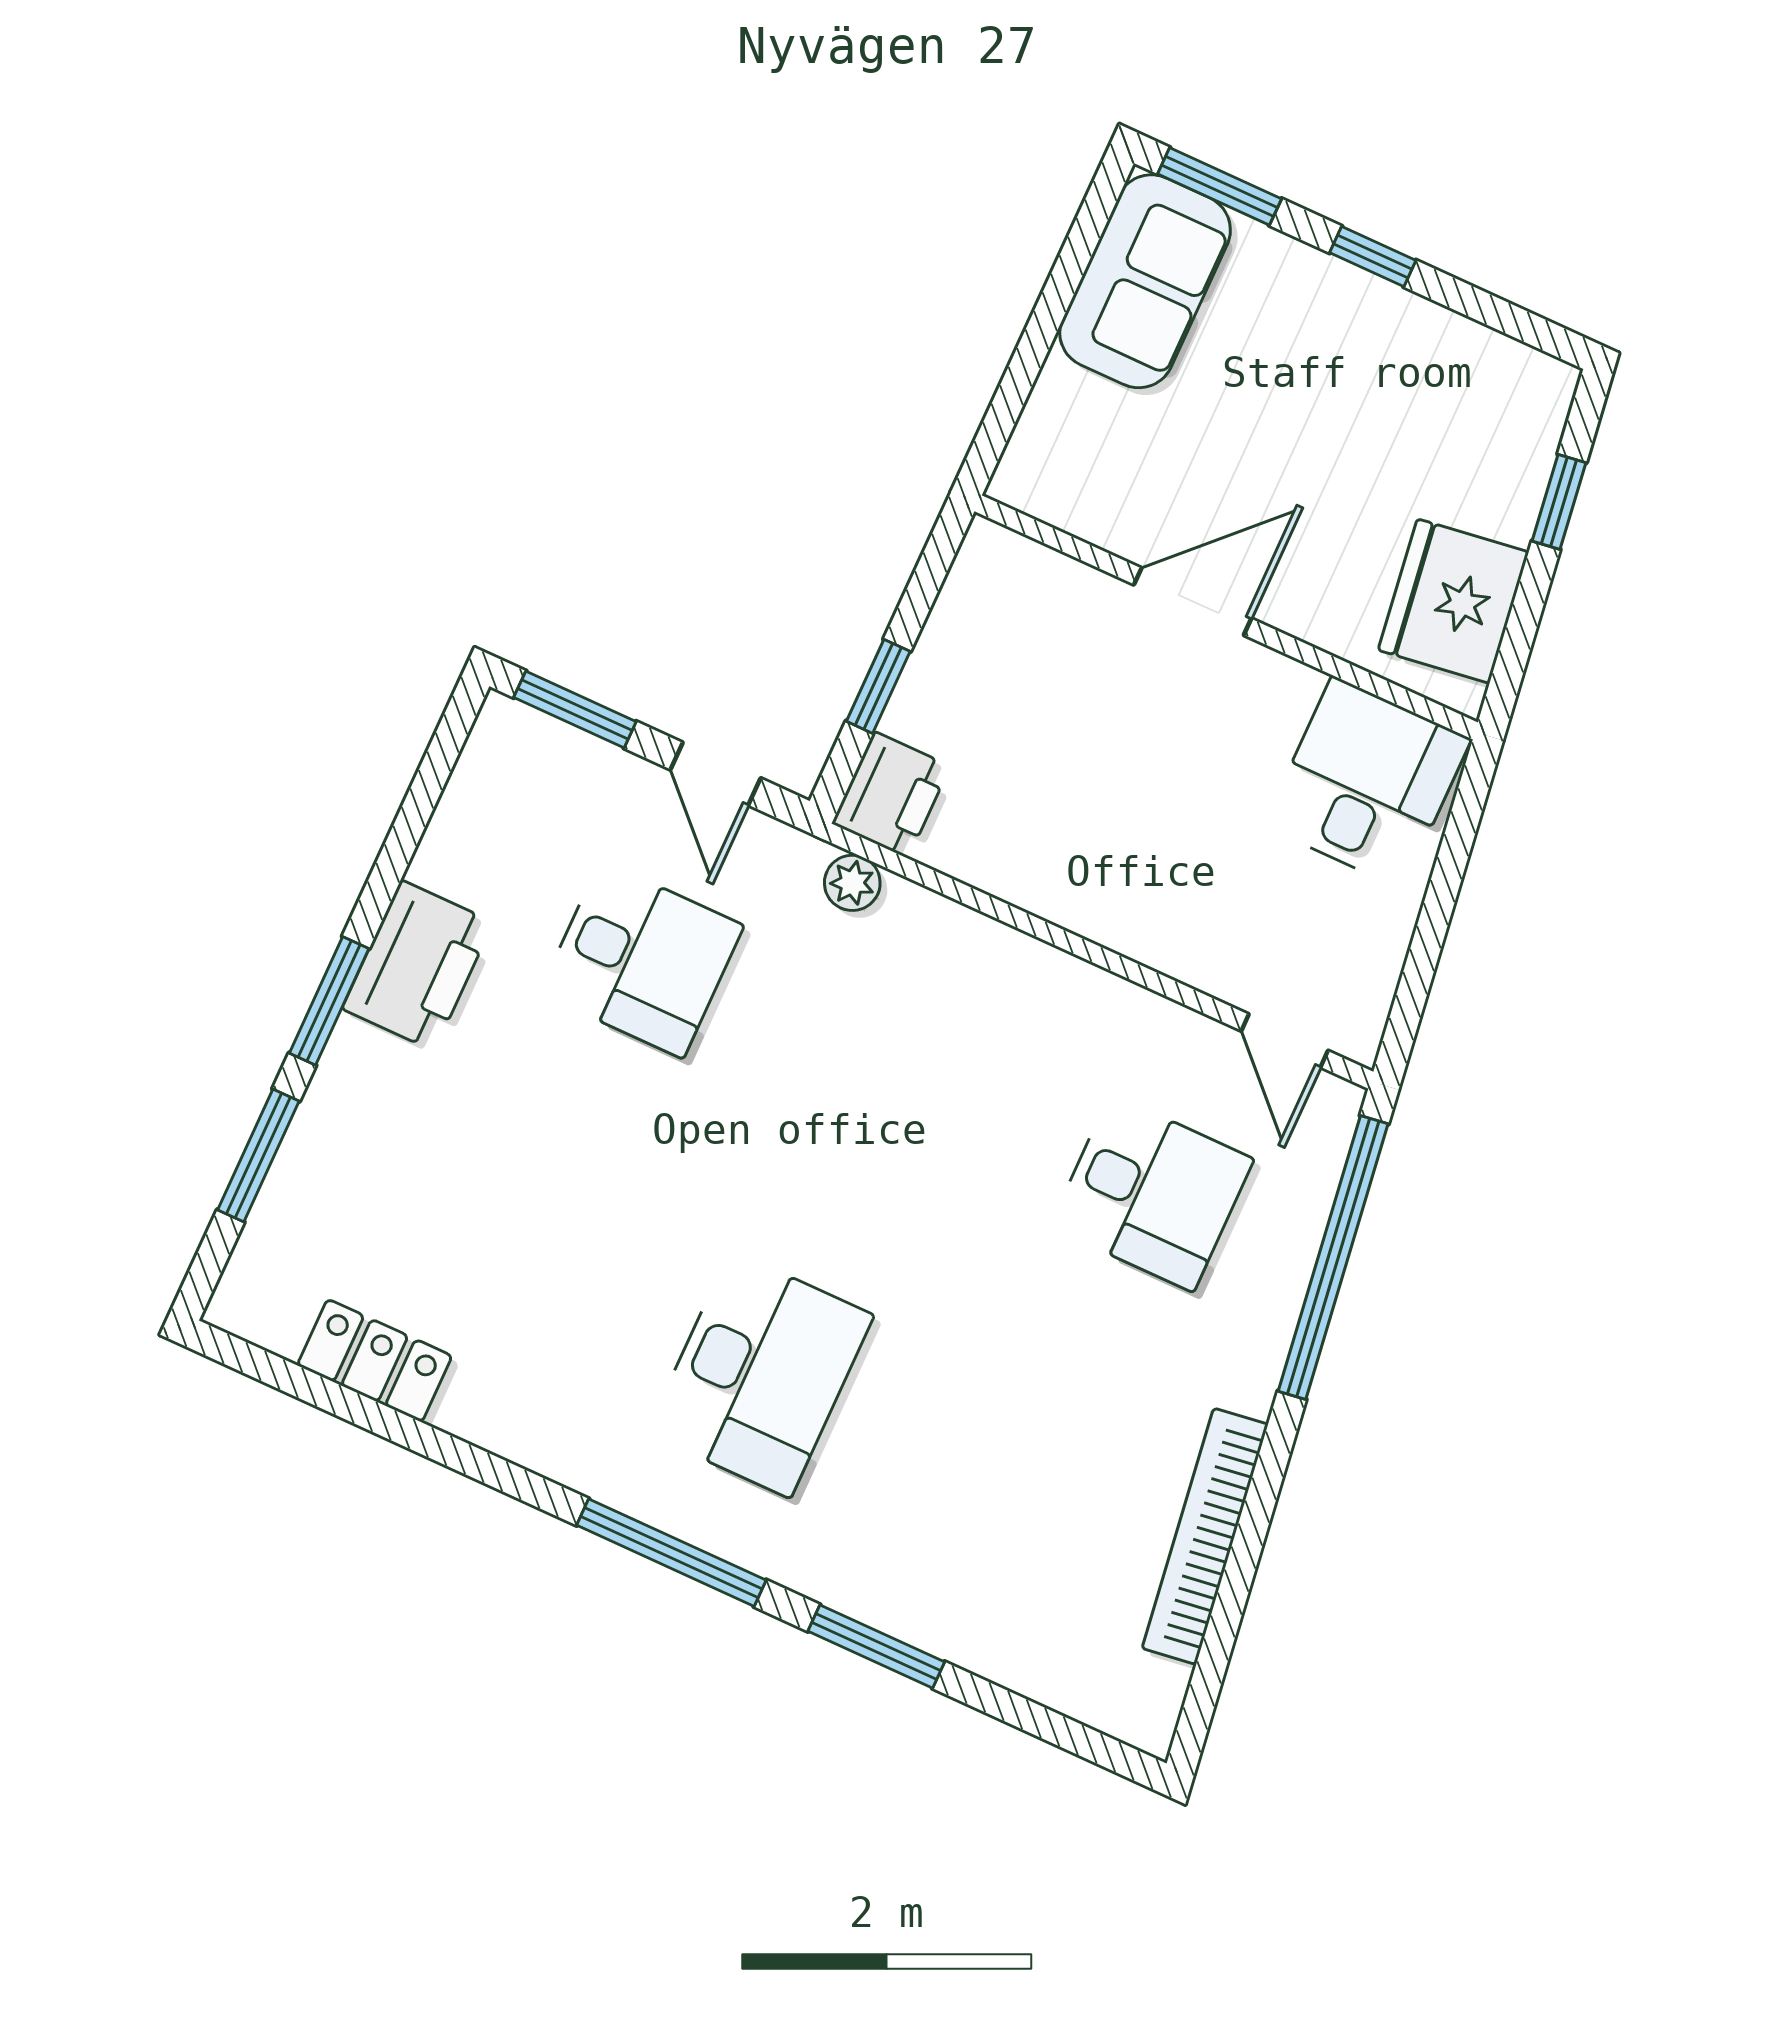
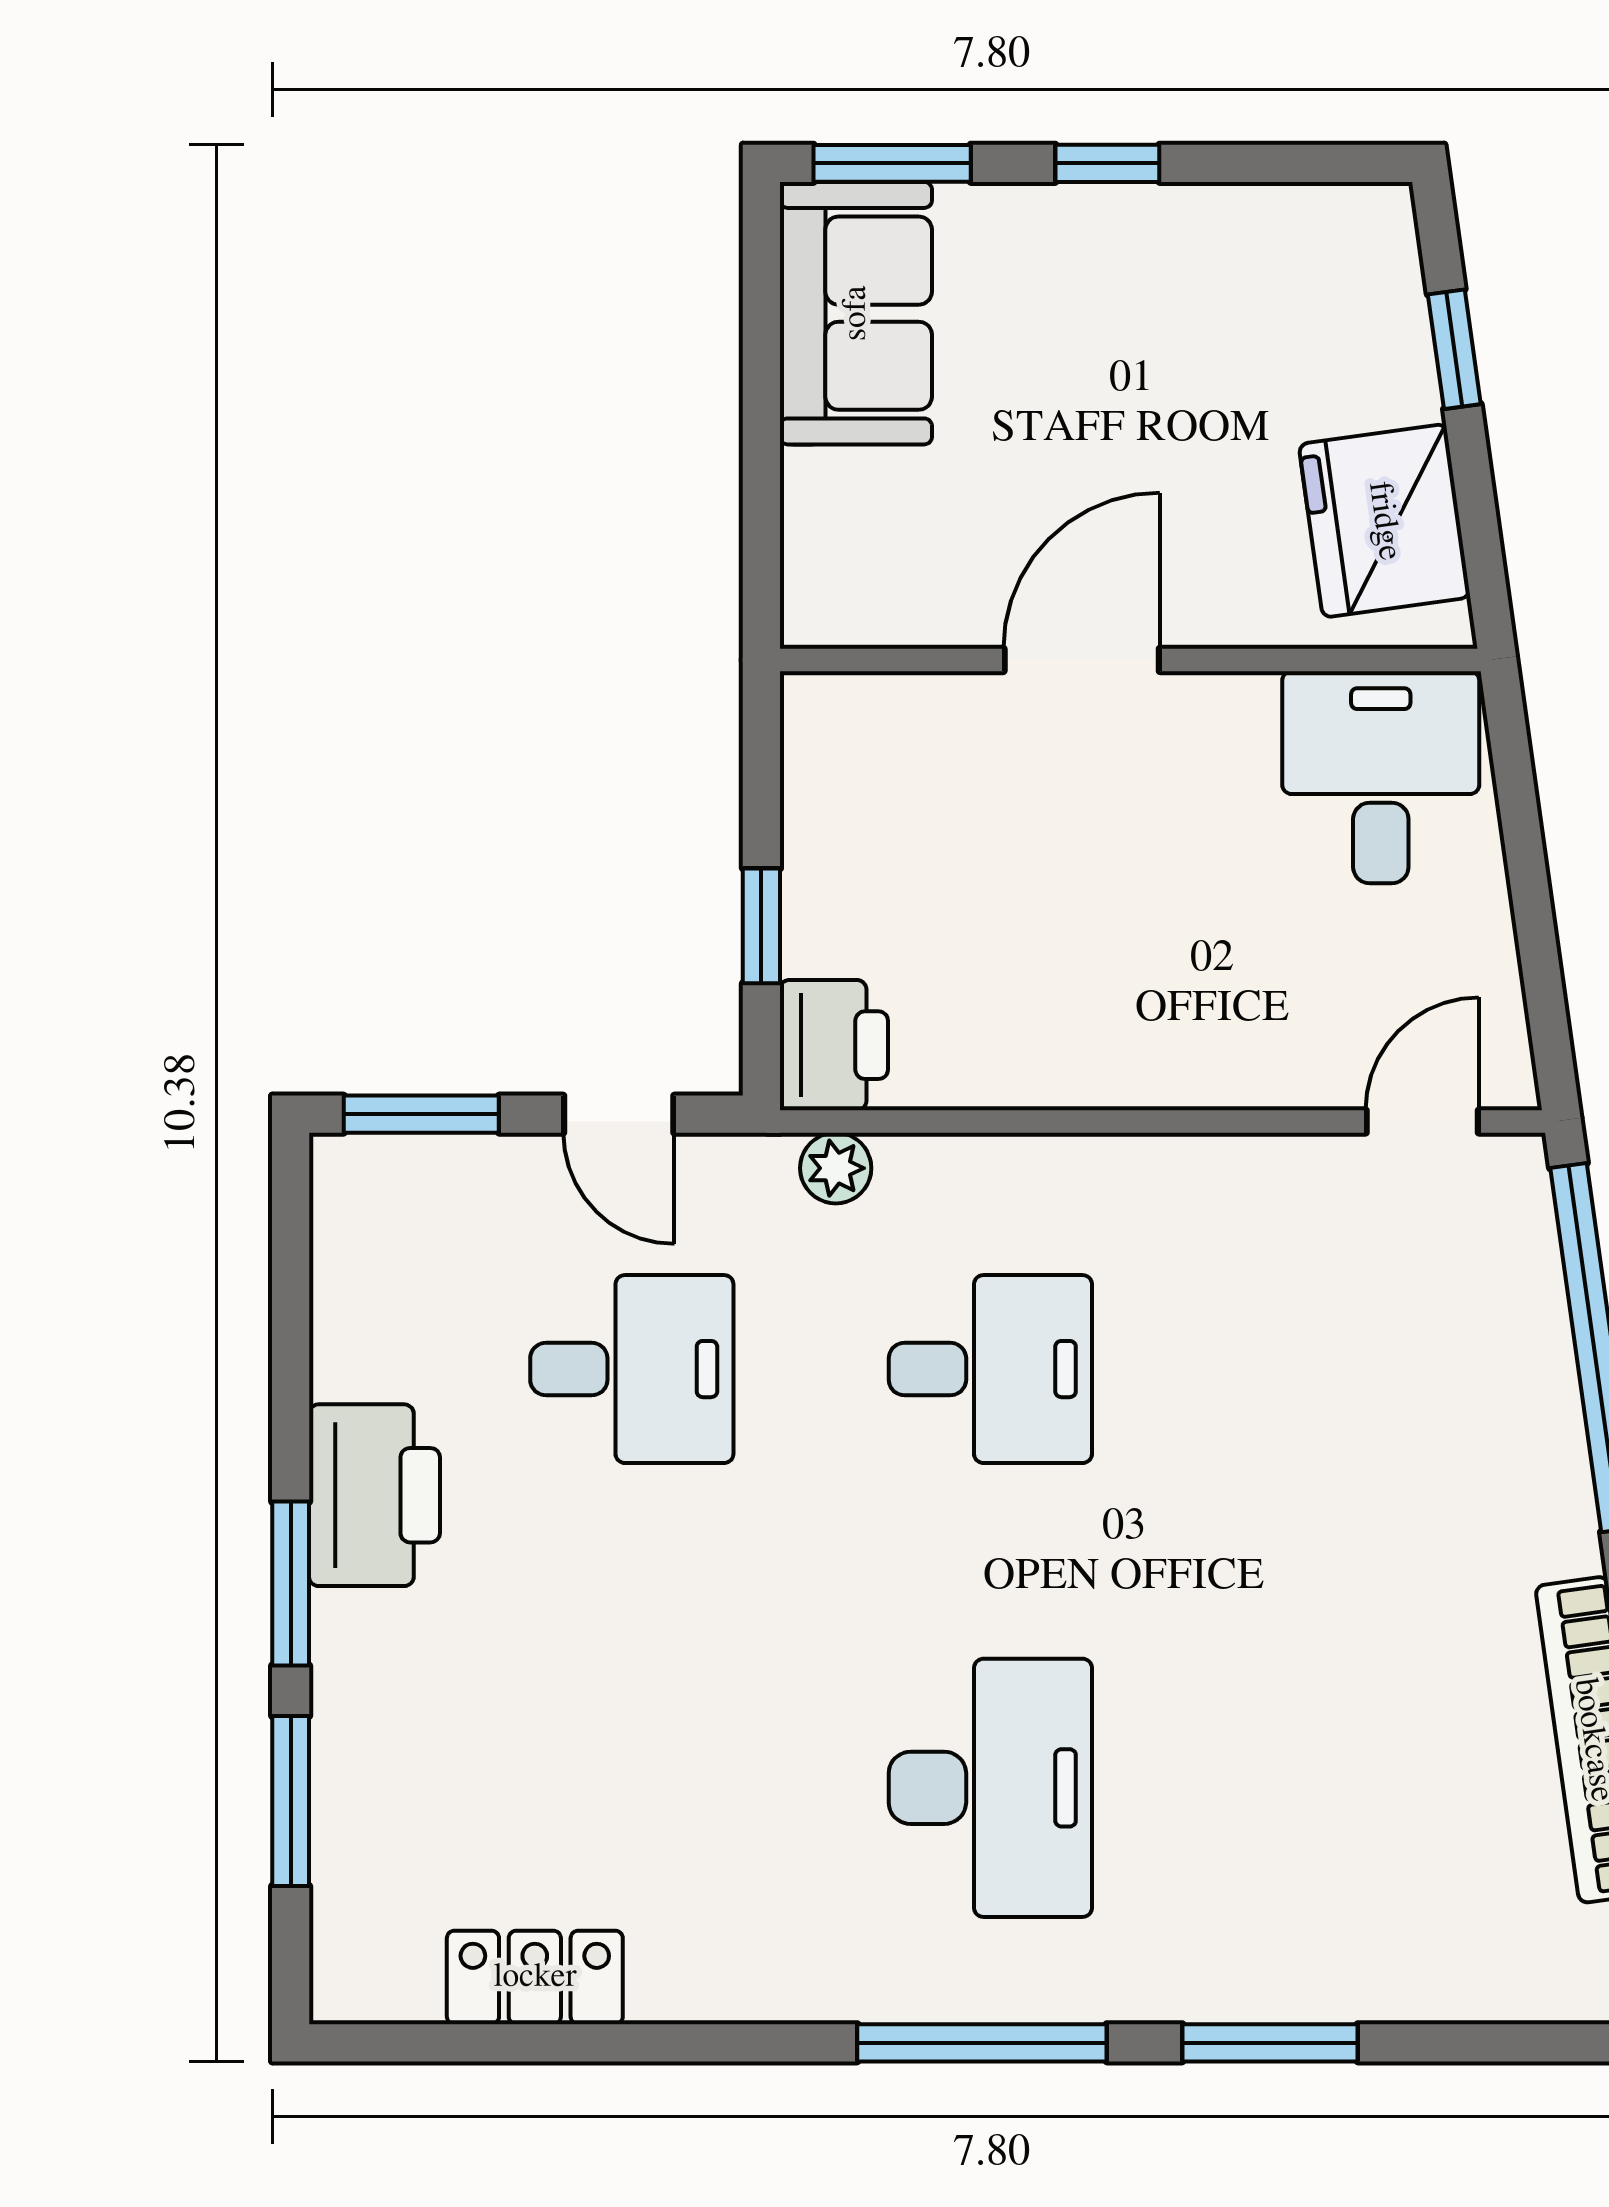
door: (1285, 1041) -> (1422, 1122), swing flipped
desk: (1152, 1193) -> (990, 1369), moved

